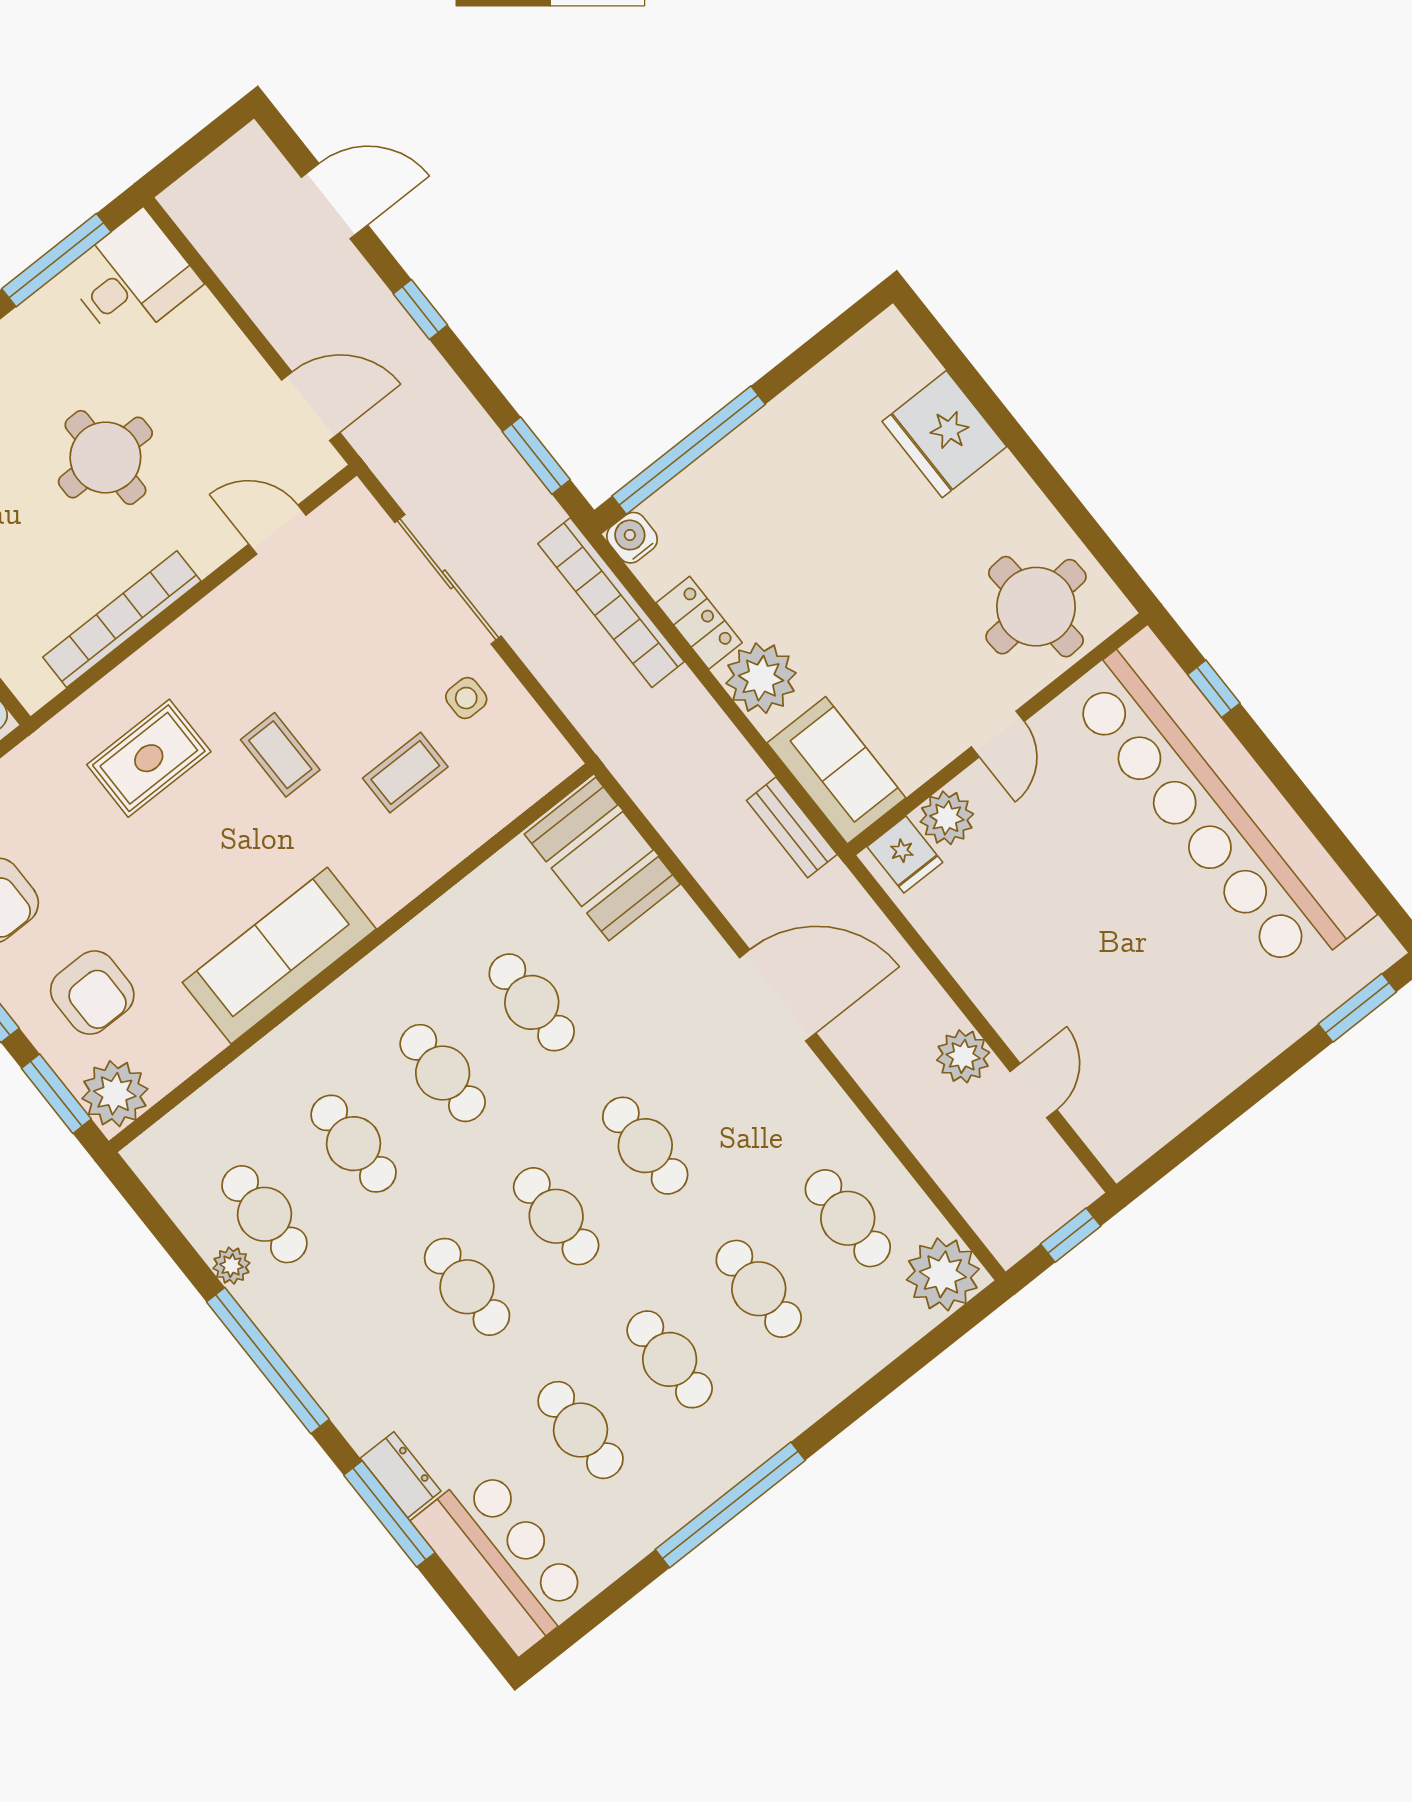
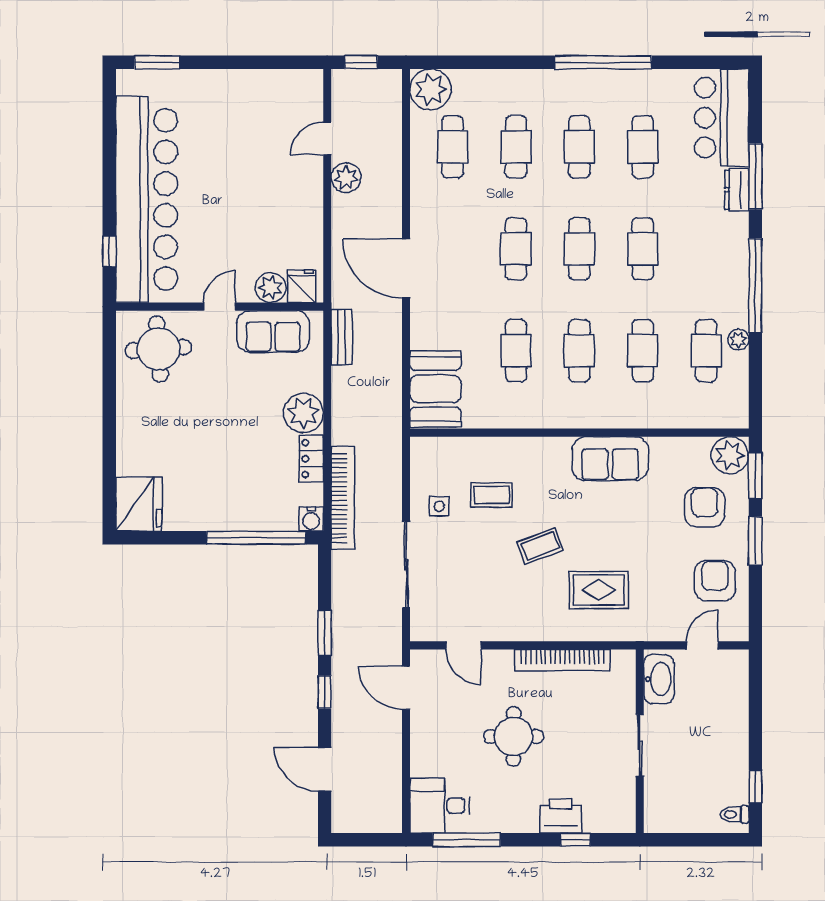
fridge: (944, 434) -> (139, 504), moved
window: (536, 456) -> (325, 633), moved
coffee table: (280, 755) -> (540, 546), turned 69
sofa: (836, 770) -> (273, 331), moved, turned -90
sofa: (279, 956) -> (610, 459), width x0.73

